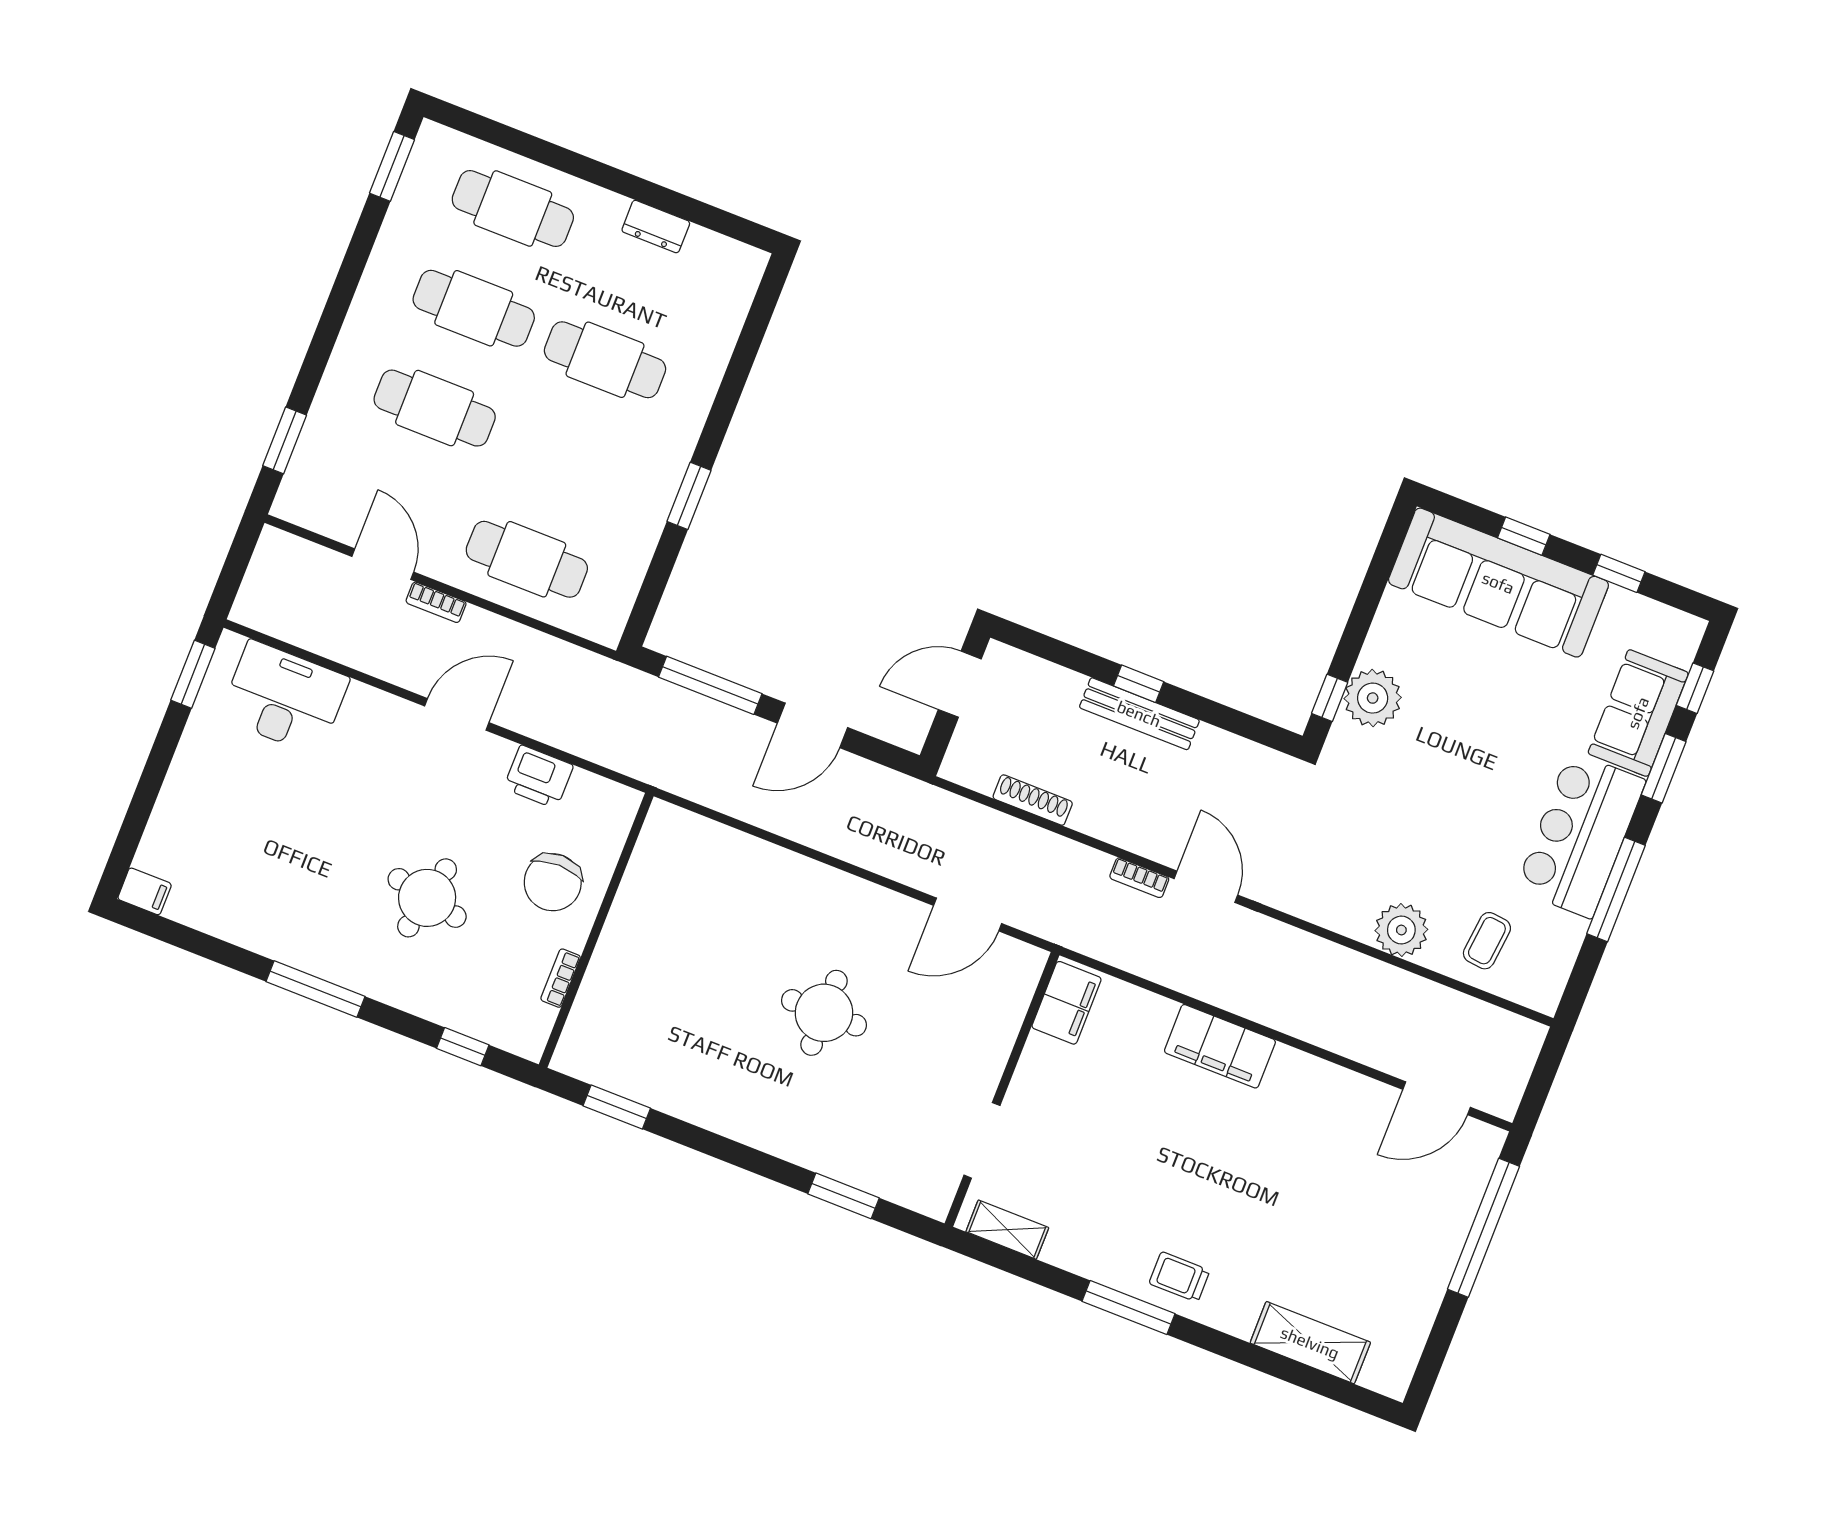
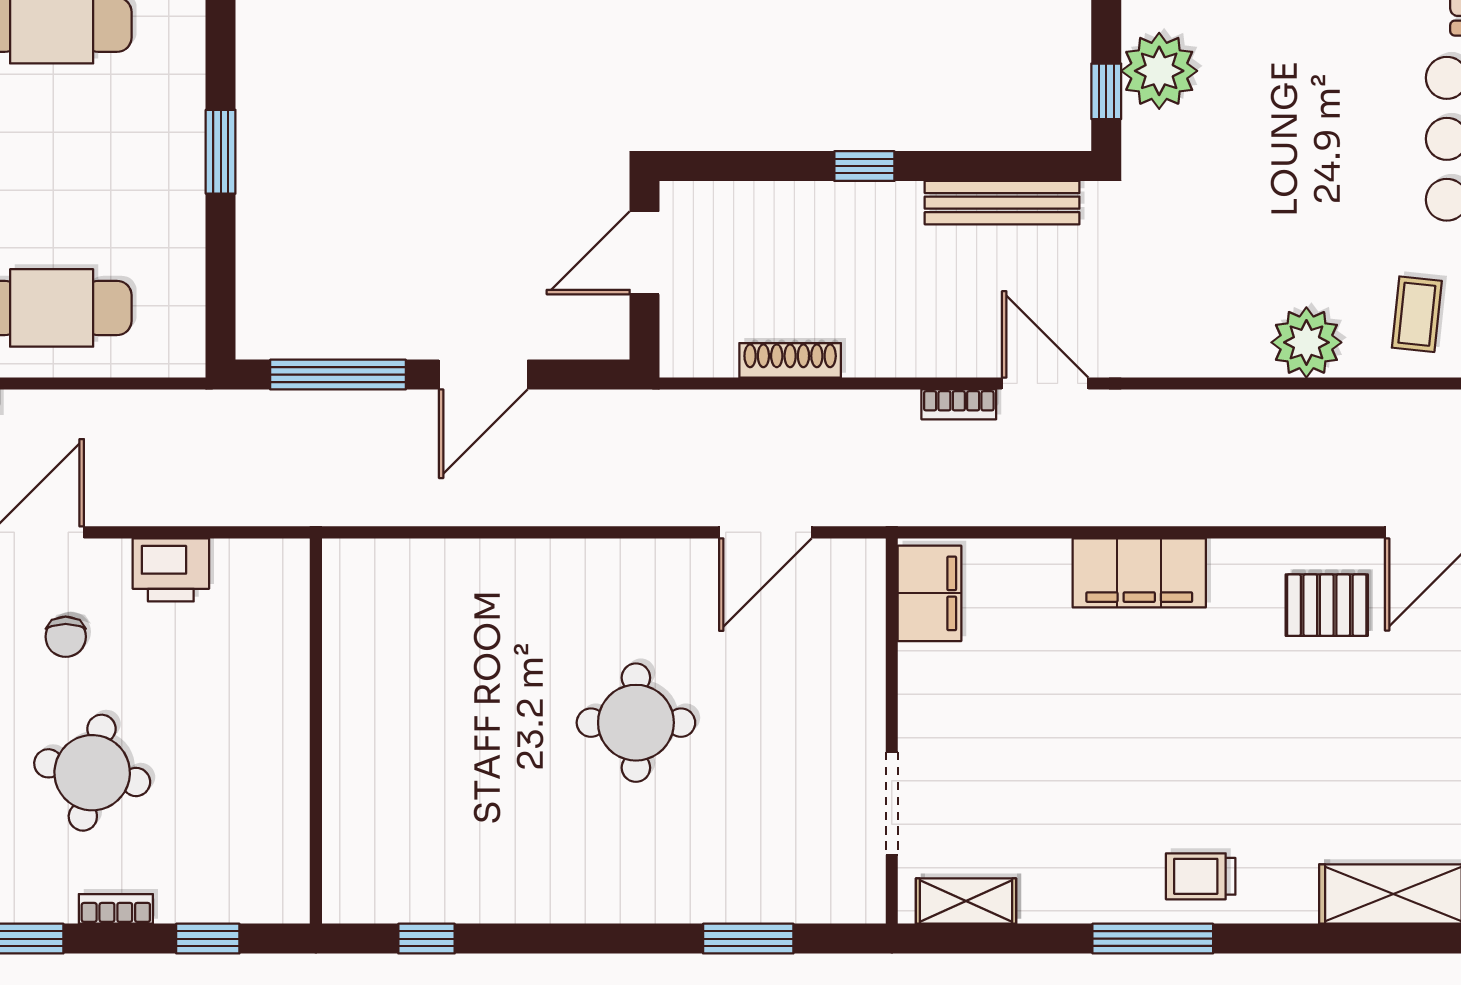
bench: (1139, 714) -> (1002, 203), moved
chair: (553, 882) -> (66, 637), moved, width x0.54, depth x0.54
bookcase: (561, 978) -> (116, 909), moved, turned 90
window: (617, 1107) -> (426, 939), width x0.67
pallet: (1343, 1121) -> (1327, 605), added

